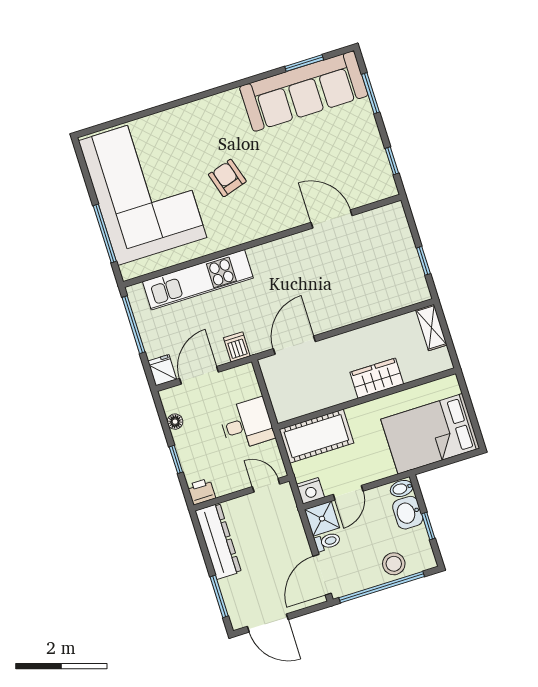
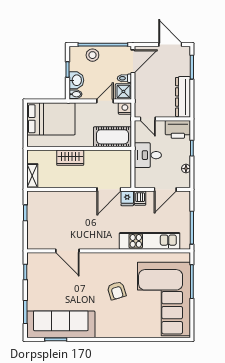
fridge: (162, 370) -> (127, 198), moved
printer: (201, 492) -> (178, 129), width x1.87, depth x1.48

